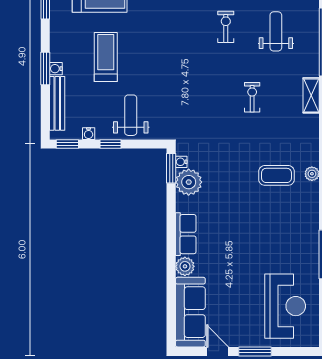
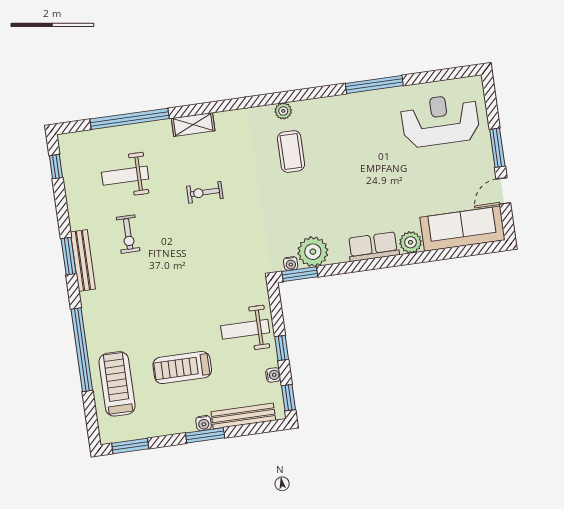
exercise bike: (226, 27) -> (128, 234), turned -90

